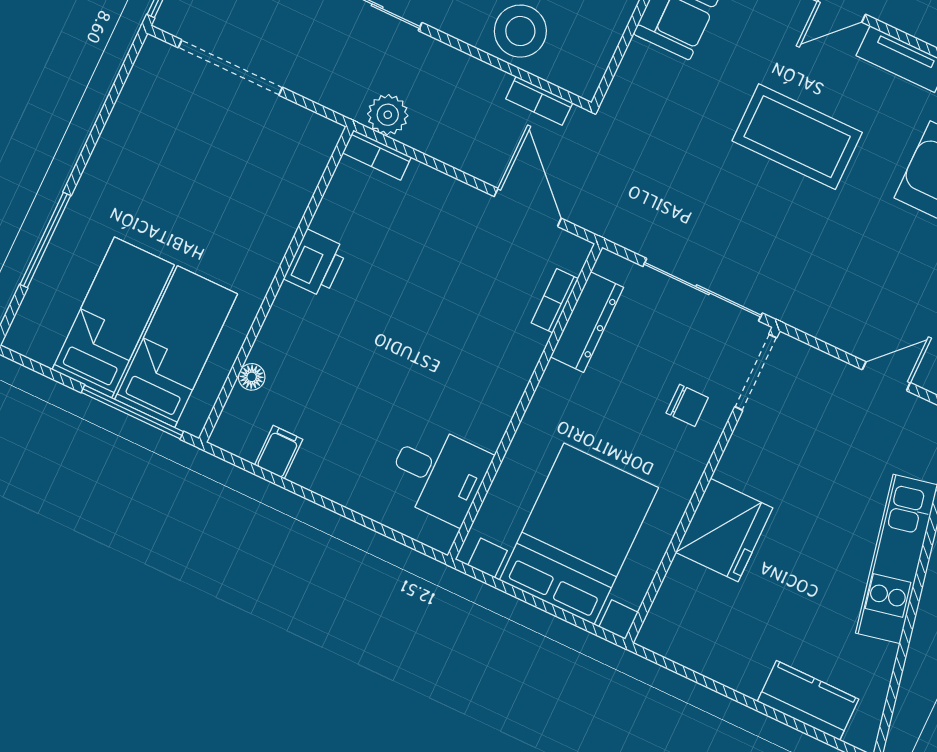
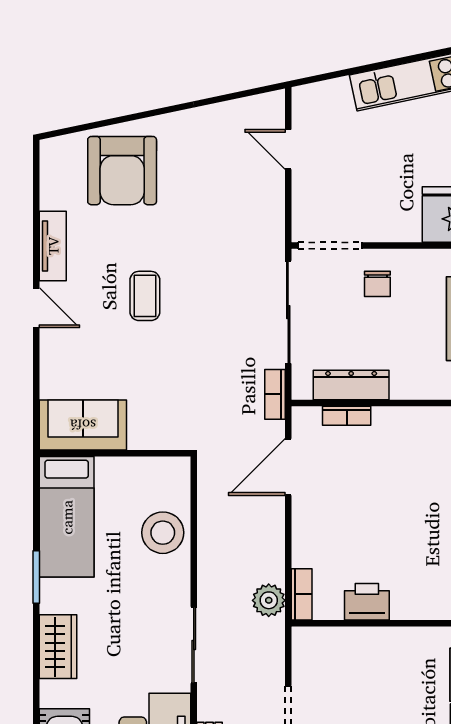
bookcase: (539, 101) -> (275, 394), moved, turned 180
coffee table: (797, 137) -> (145, 296), width x0.54, depth x0.58
printer: (316, 263) -> (367, 602), moved
chair: (687, 405) -> (377, 284), turned 180

